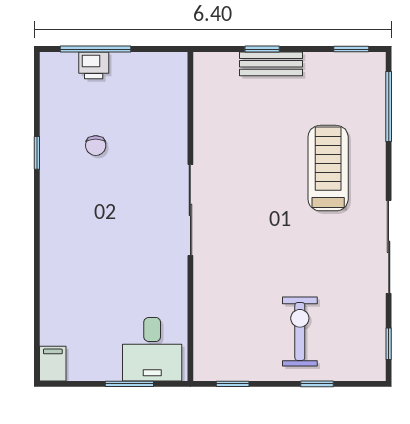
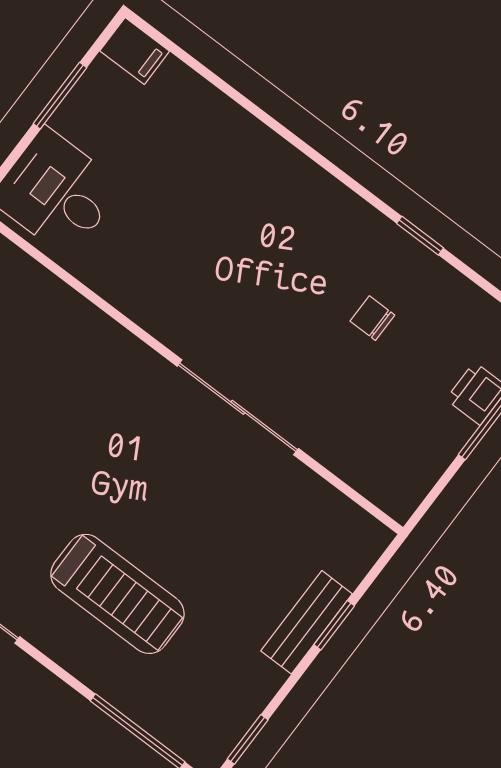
sliding door: (190, 210) -> (238, 407), moved
window: (129, 384) -> (60, 96), moved

